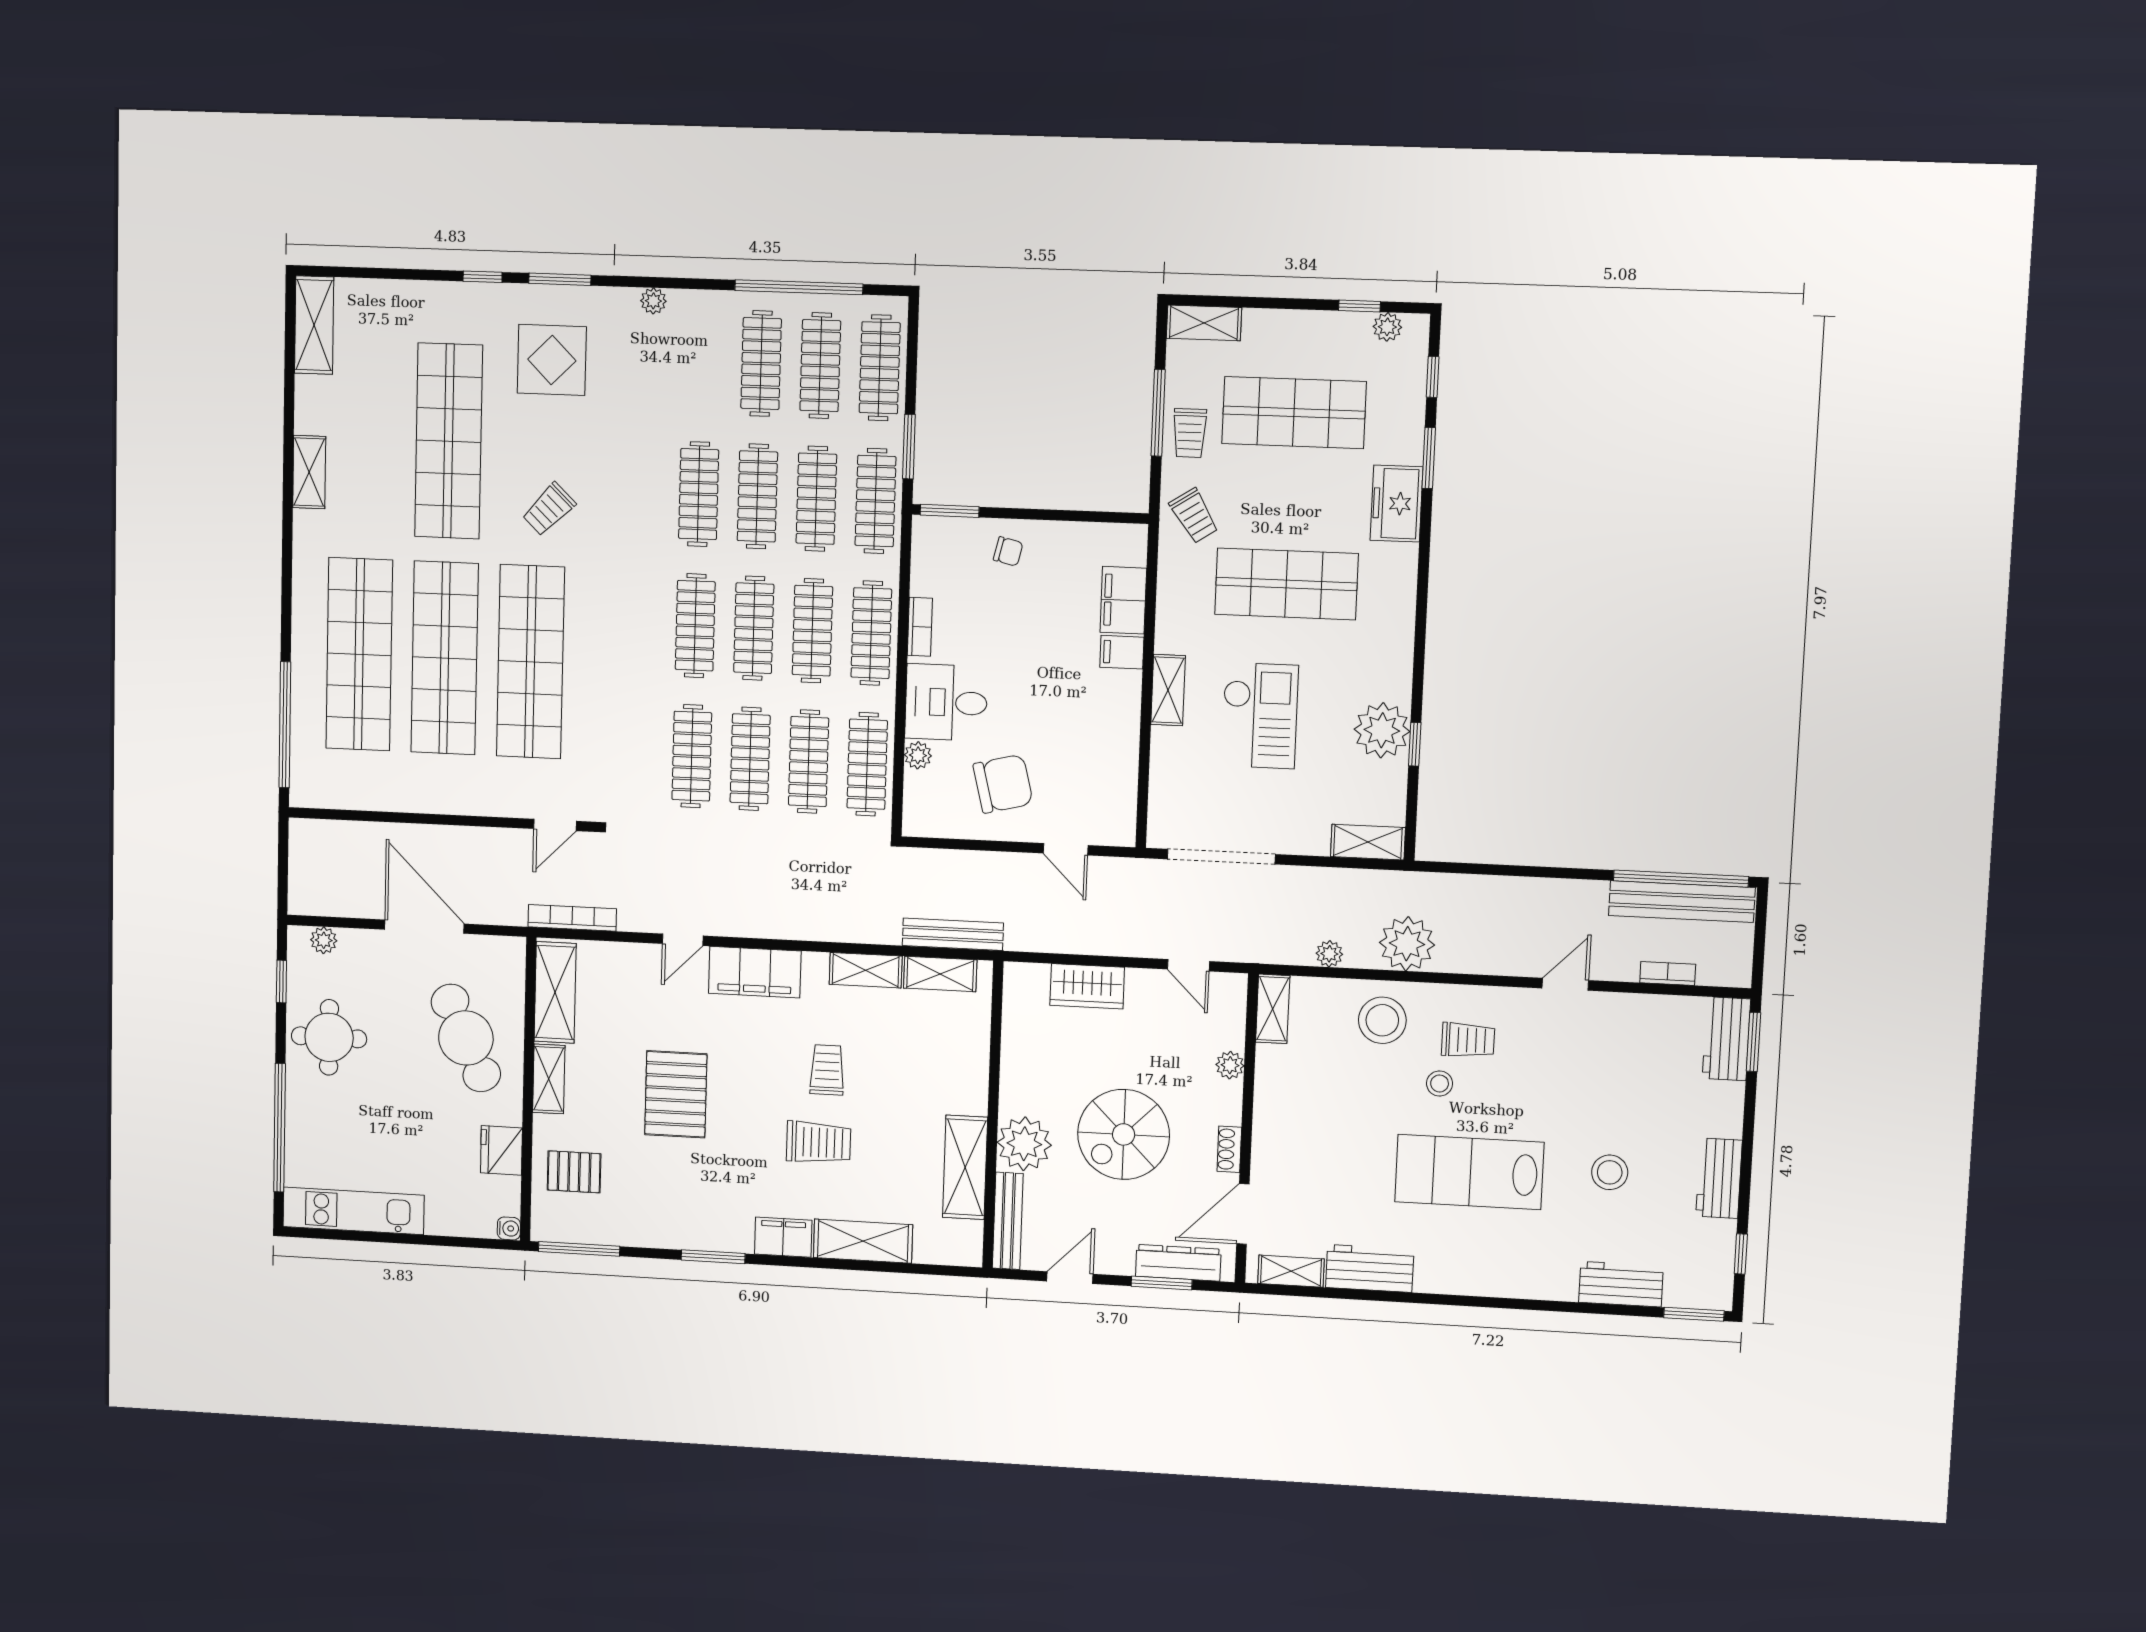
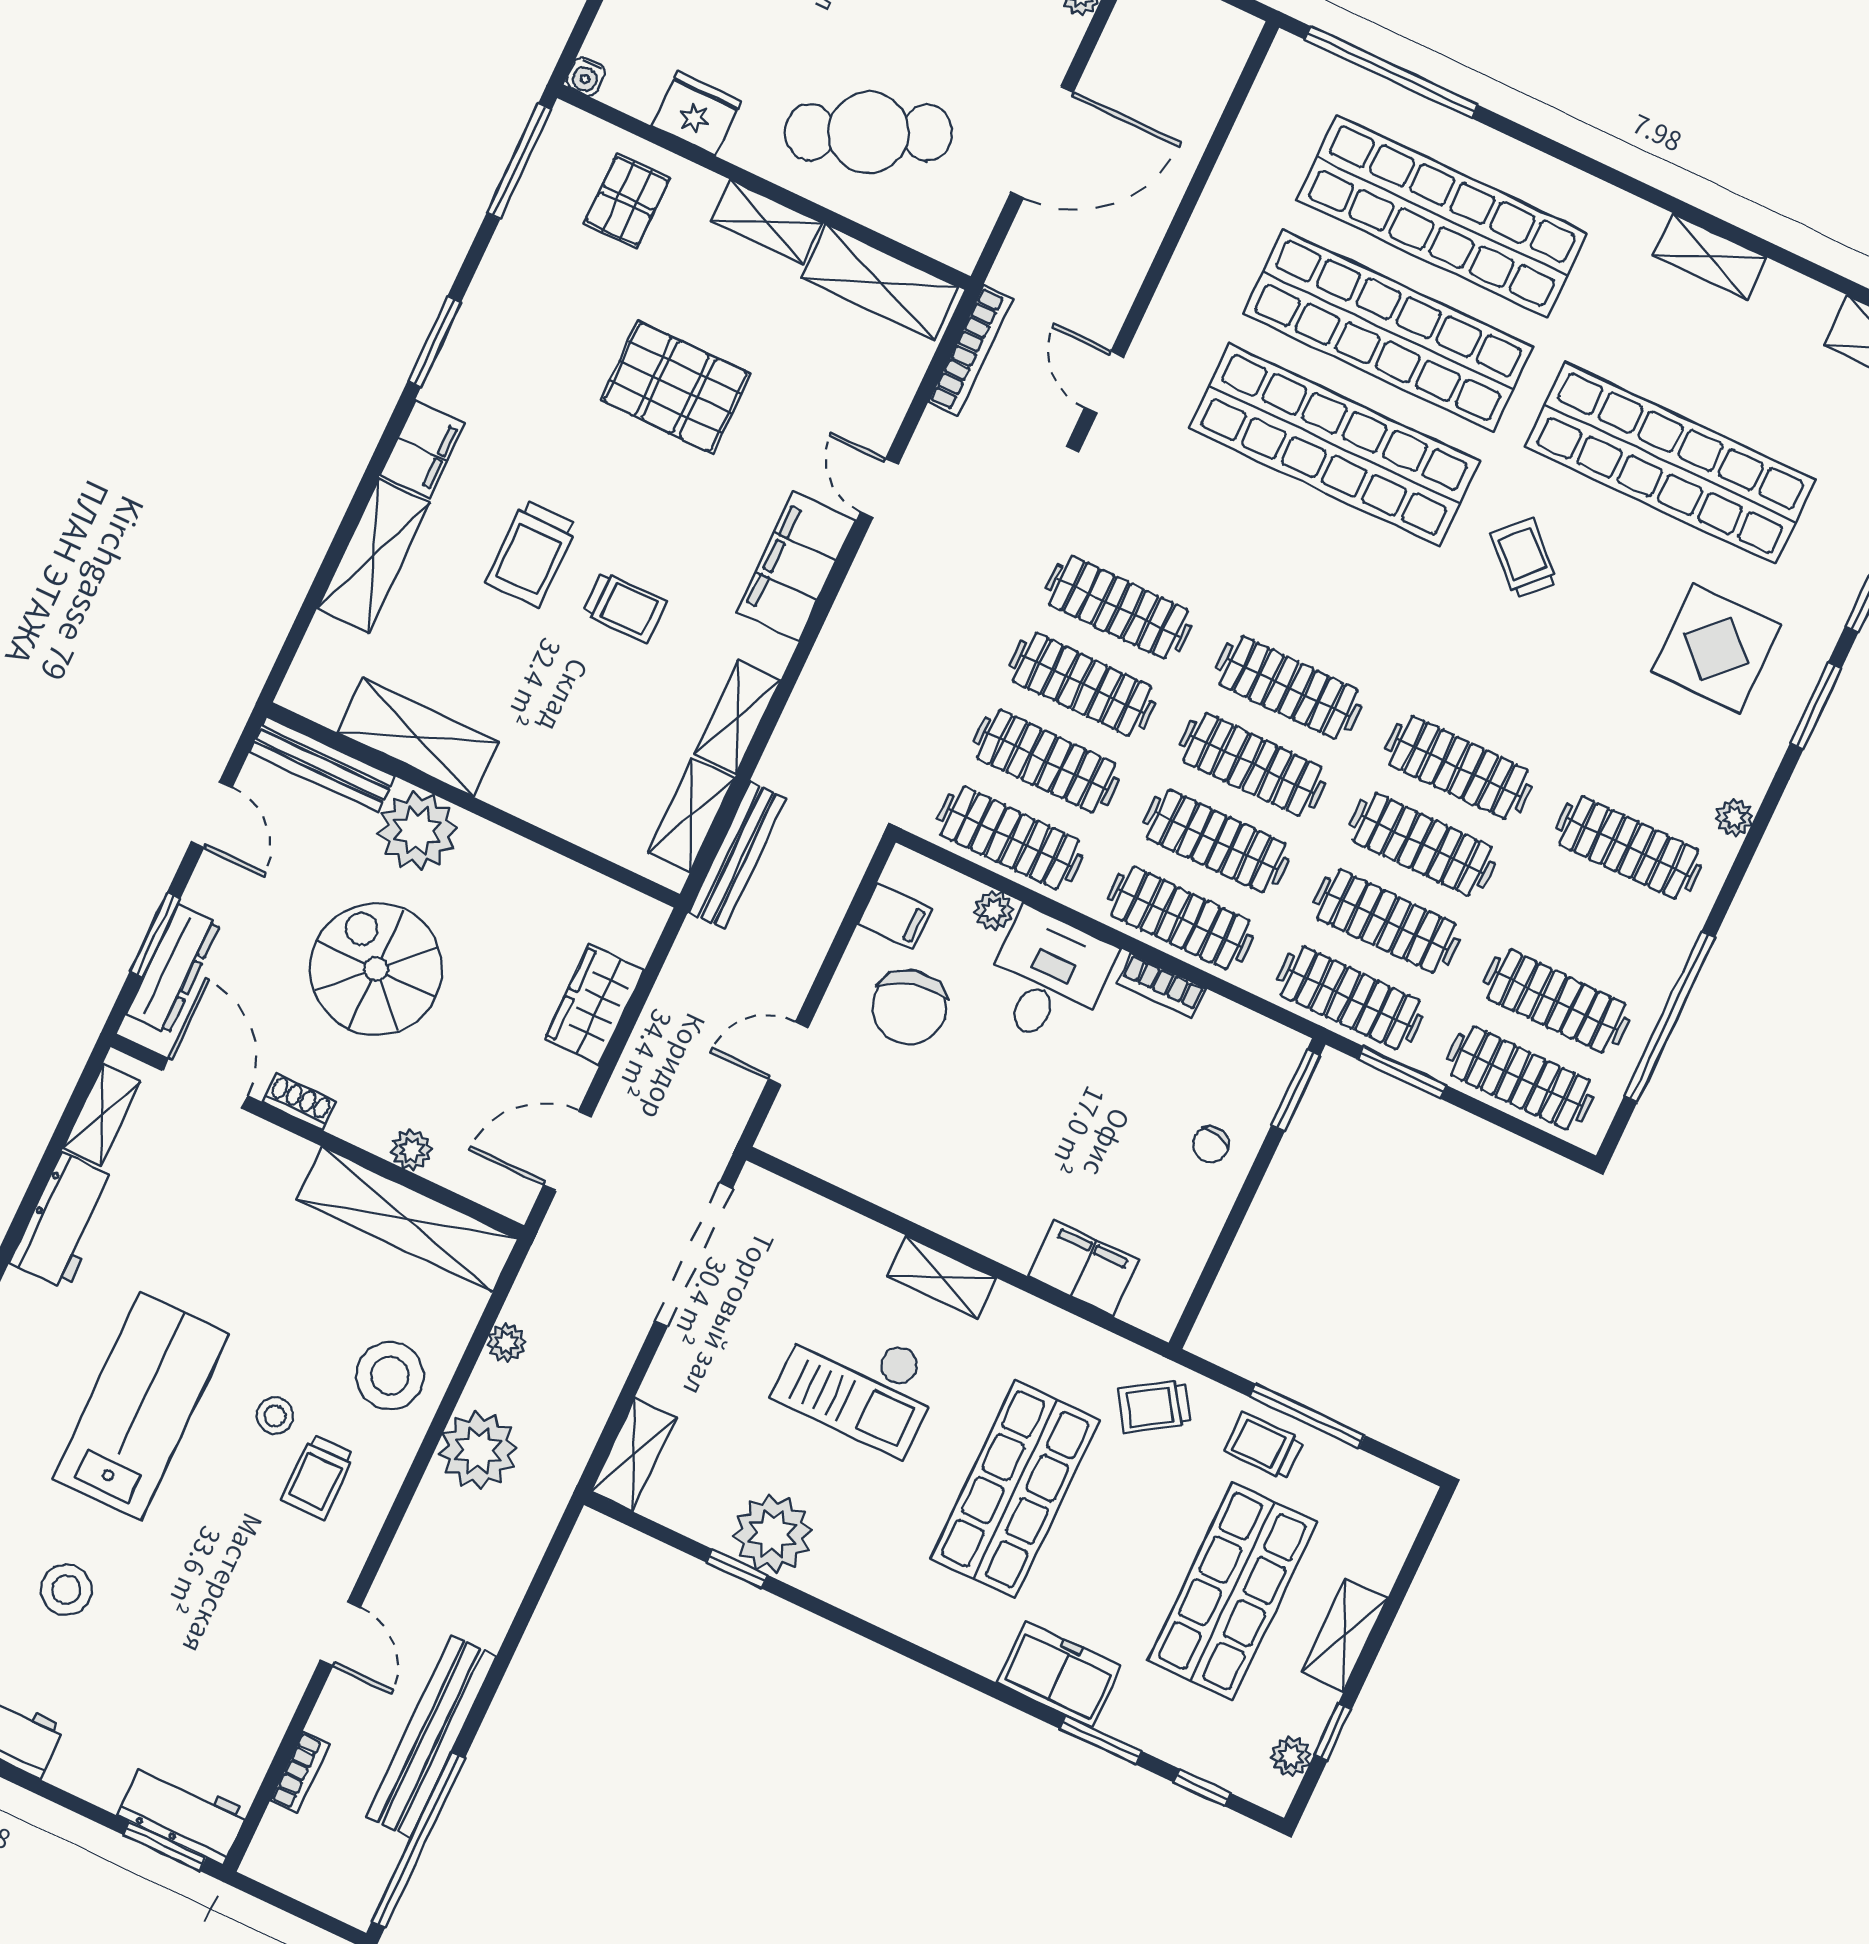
shelving: (1204, 323) -> (1344, 1635), moved
clothes rail: (761, 364) -> (1629, 847), moved
filing cabinet: (1122, 652) -> (894, 916), moved, turned 90
bench: (1682, 902) -> (431, 1737), moved
door: (1189, 965) -> (567, 1151), width x1.37
shelving: (1273, 1009) -> (407, 1219), width x2.20, depth x1.33

